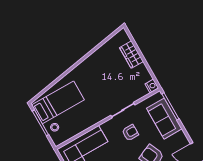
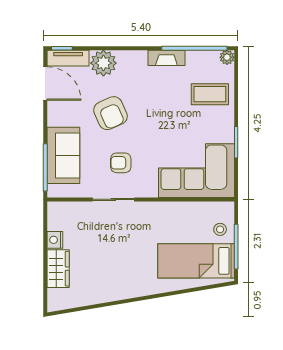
nightstand: (152, 86) -> (55, 240), moved

